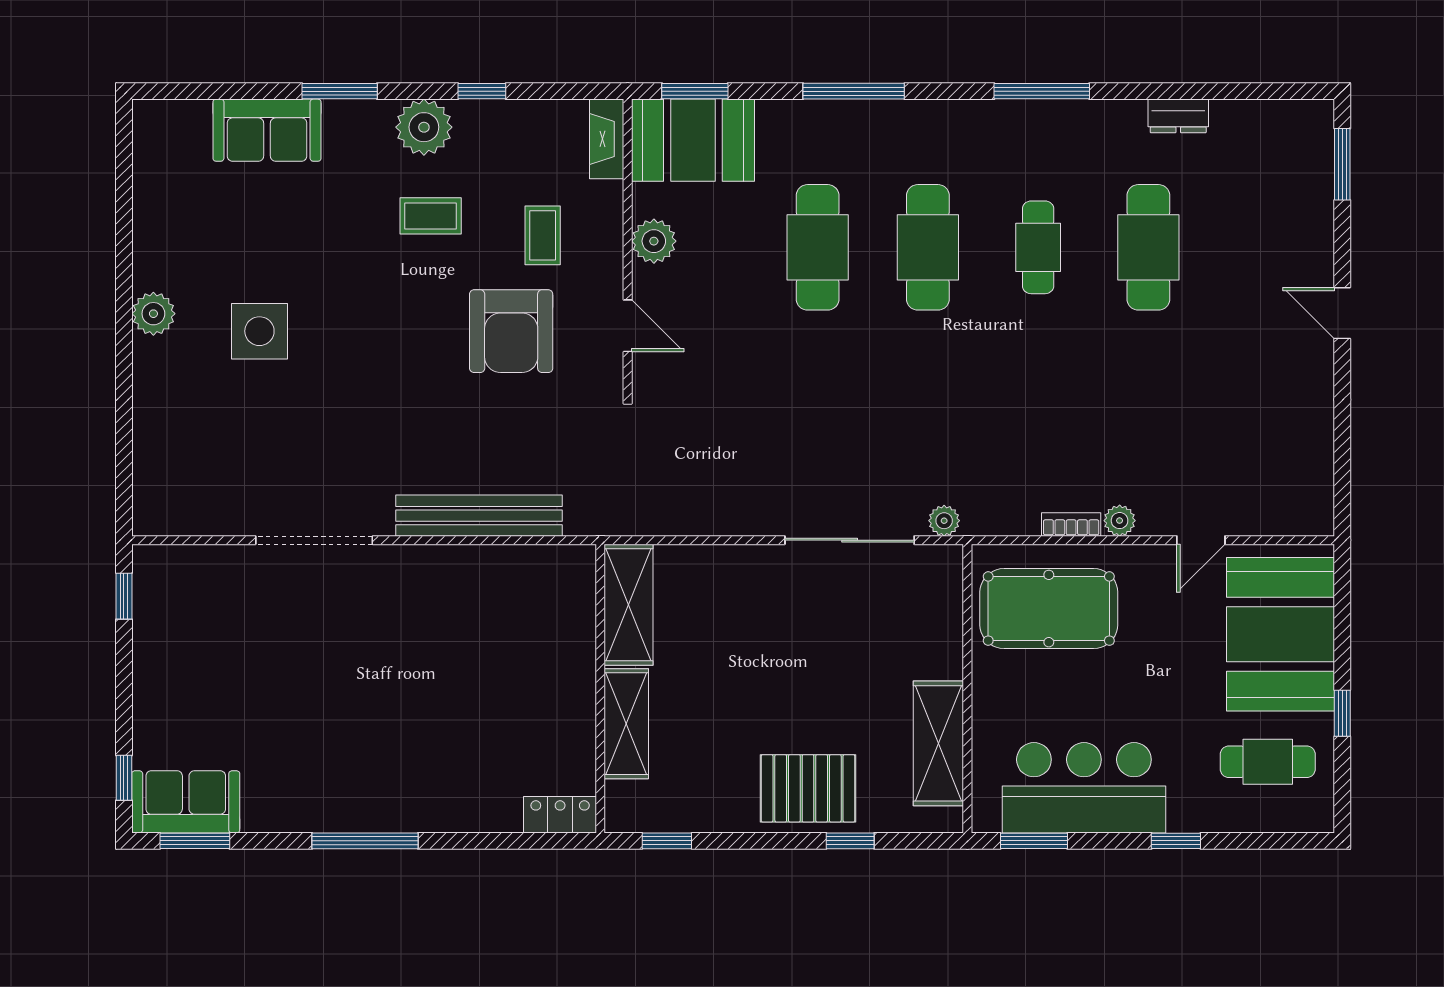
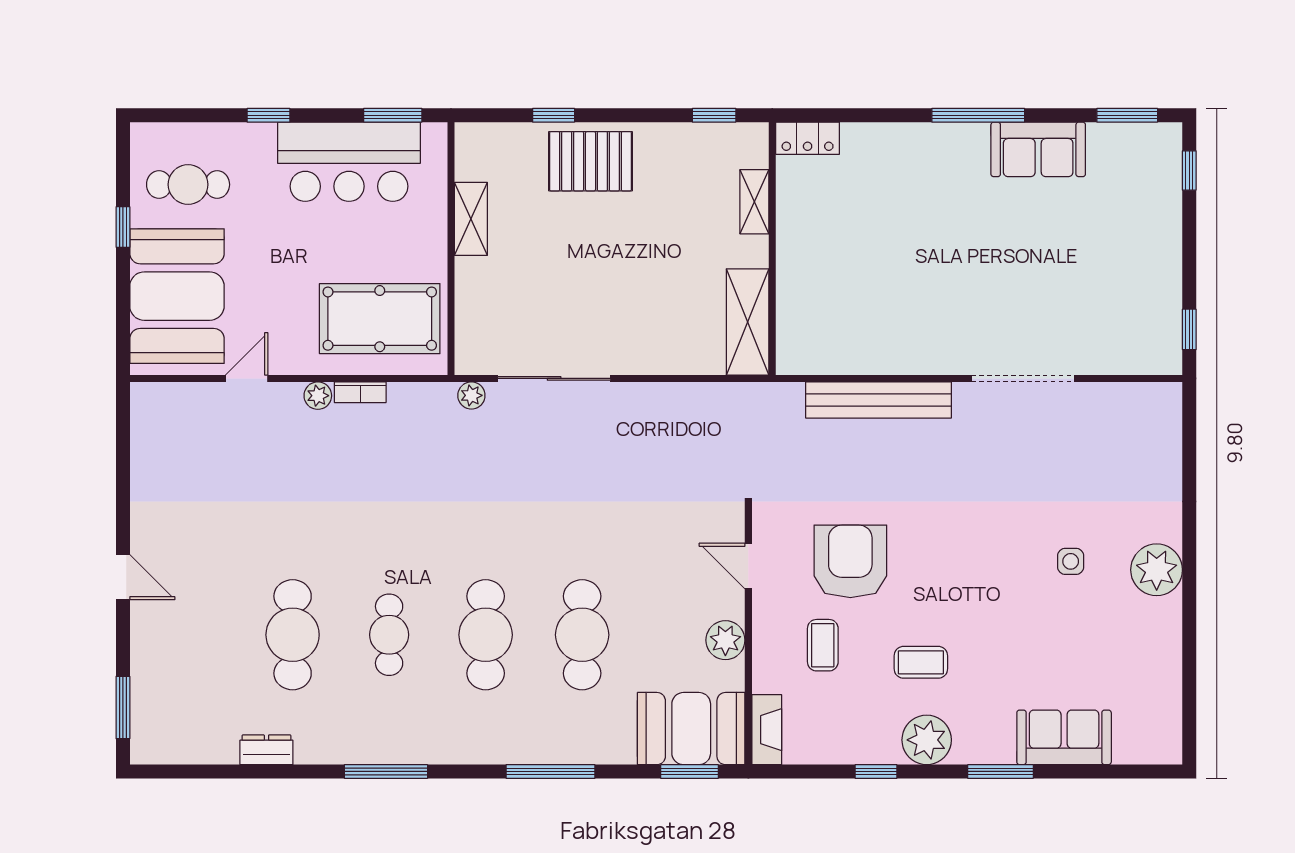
plant: (153, 314) -> (1157, 570), width x1.36, depth x1.36
side table: (259, 331) -> (1071, 561), width x0.54, depth x0.54
shelving: (626, 724) -> (754, 202), width x0.67, depth x0.75
shelving: (938, 743) -> (471, 219), width x0.67, depth x0.75
sofa: (186, 802) -> (1038, 149), moved

